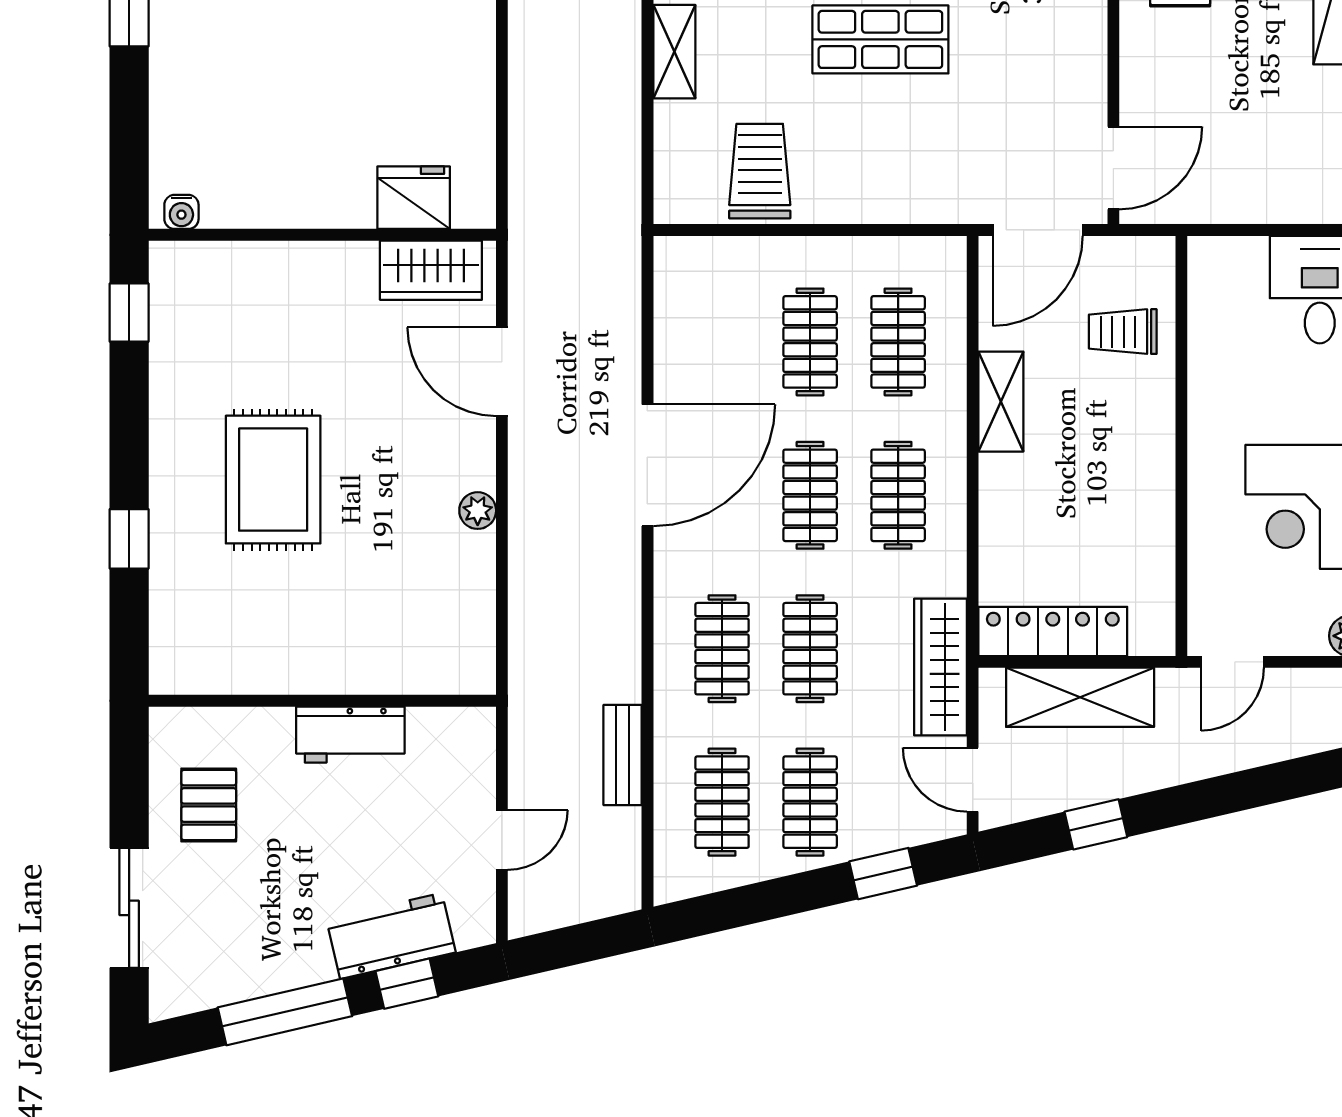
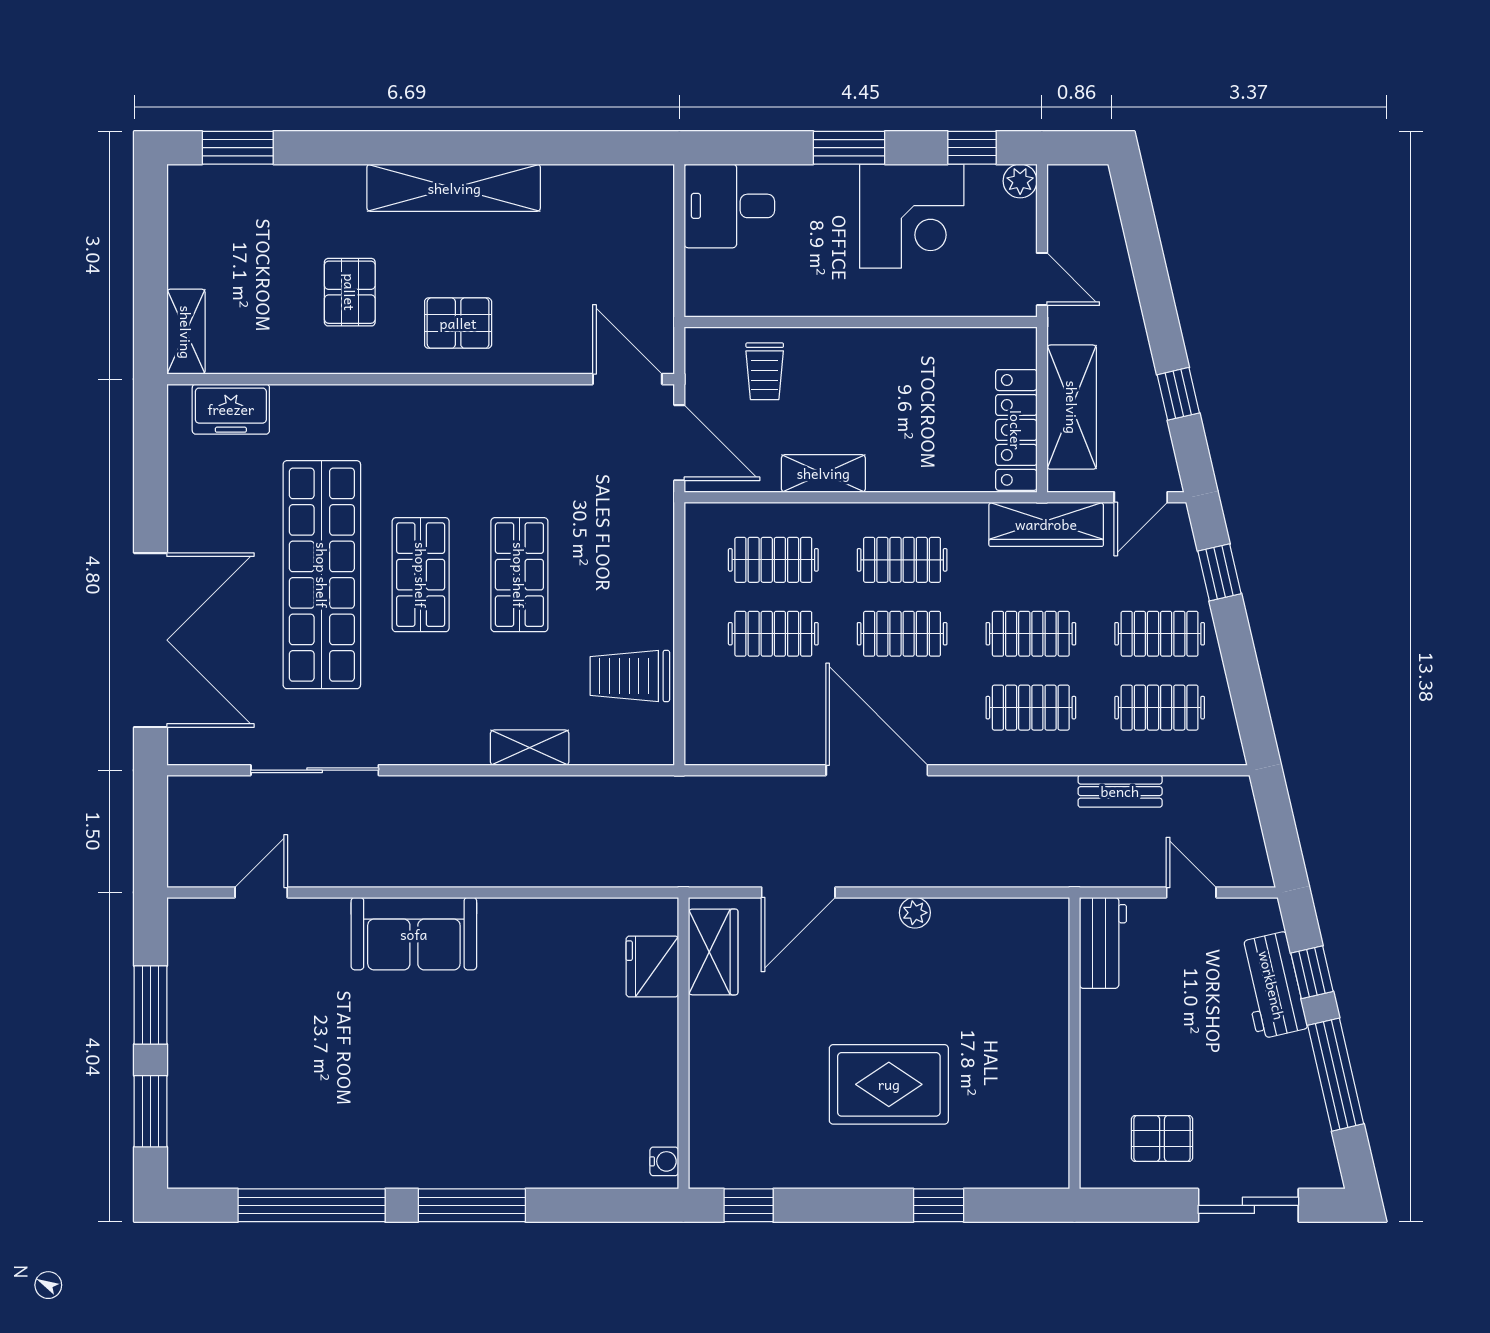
workbench: (350, 735) -> (1103, 943), moved

